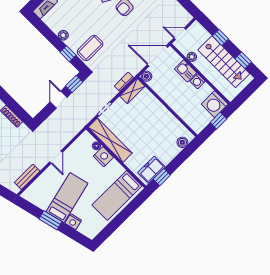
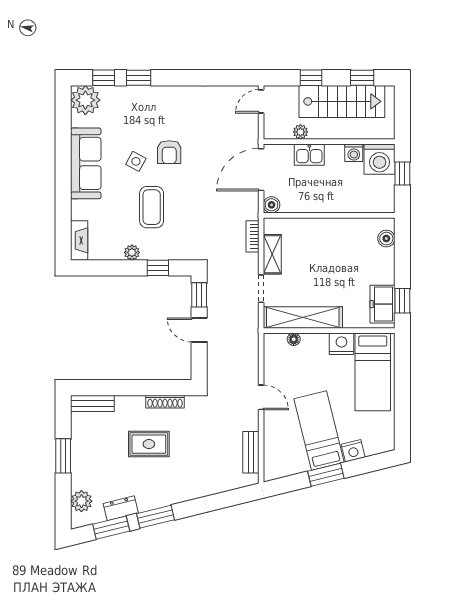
door: (180, 34) -> (261, 101), moved
coffee table: (90, 48) -> (152, 207), moved
washing machine: (198, 81) -> (354, 153), moved
shelving: (132, 91) -> (272, 254), moved
nightstand: (103, 157) -> (341, 344), moved

